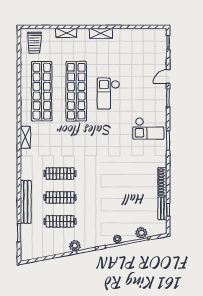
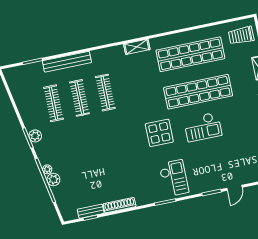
door: (168, 77) -> (235, 188), swing flipped
checkout: (108, 93) -> (203, 127), turned 180
checkout: (148, 129) -> (174, 178), turned 180
display table: (106, 133) -> (159, 133), added
plant: (141, 233) -> (53, 180), moved
plant: (75, 246) -> (35, 136), moved

